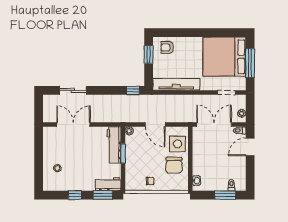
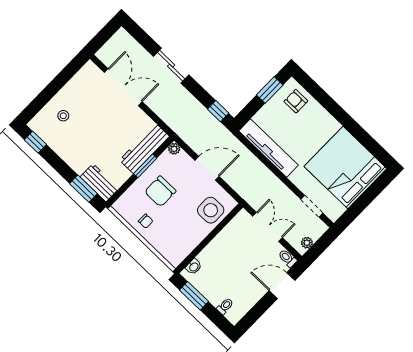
window: (250, 63) -> (365, 200), removed
sliding door: (73, 90) -> (171, 66), moved
door: (155, 125) -> (207, 168), swing flipped
double door: (214, 125) -> (267, 227), width x0.73
chair: (174, 165) -> (160, 191), moved
window: (75, 195) -> (35, 142), moved
window: (225, 195) -> (194, 296), moved

